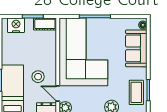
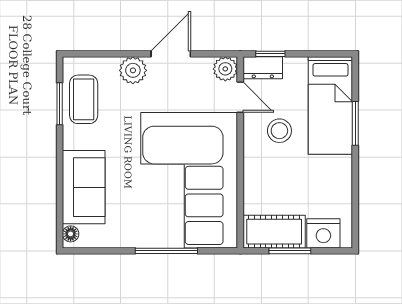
cot: (45, 24) -> (274, 232), width x1.37, depth x1.34

